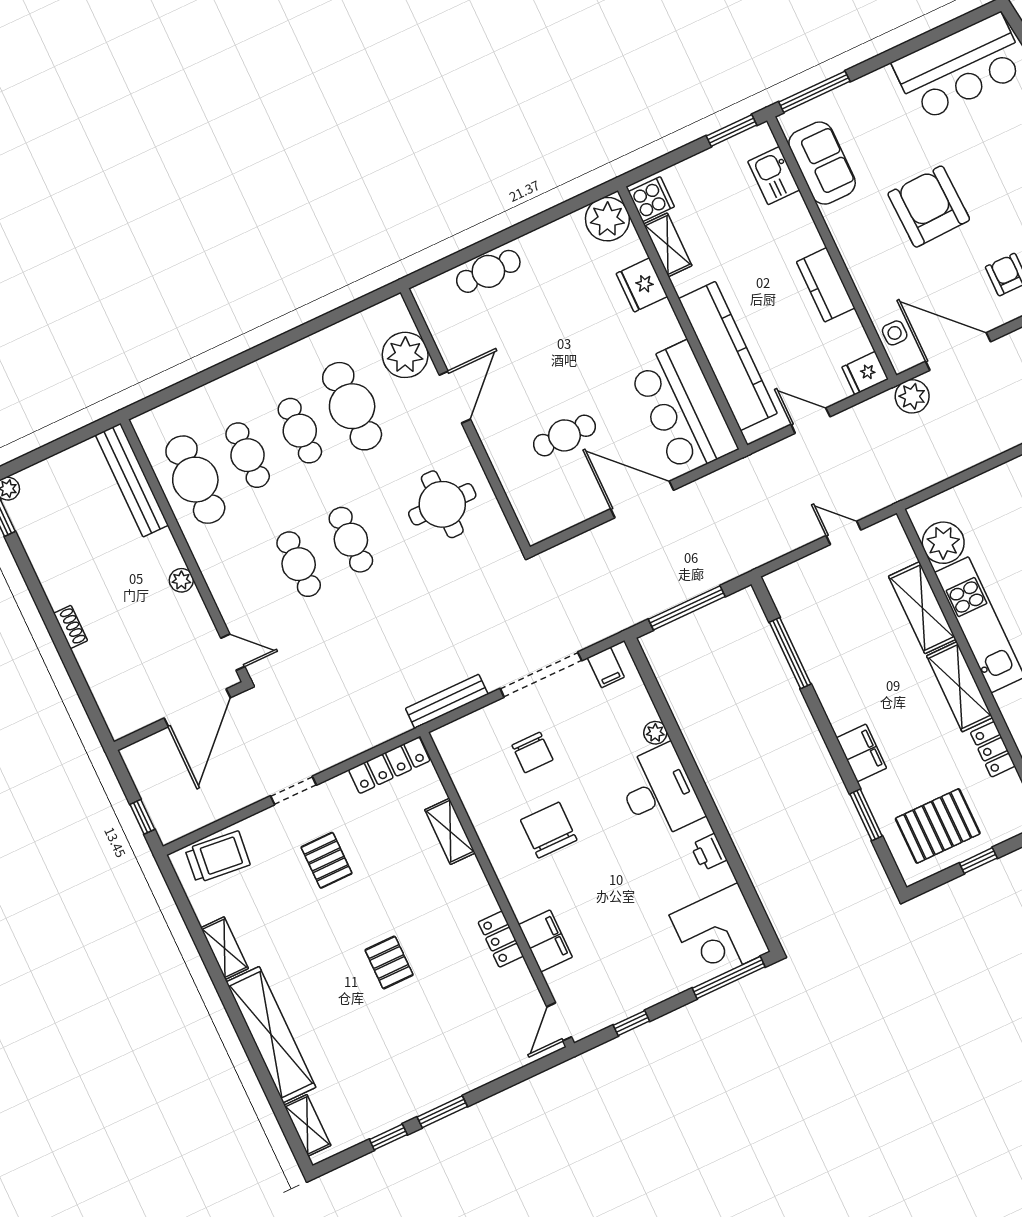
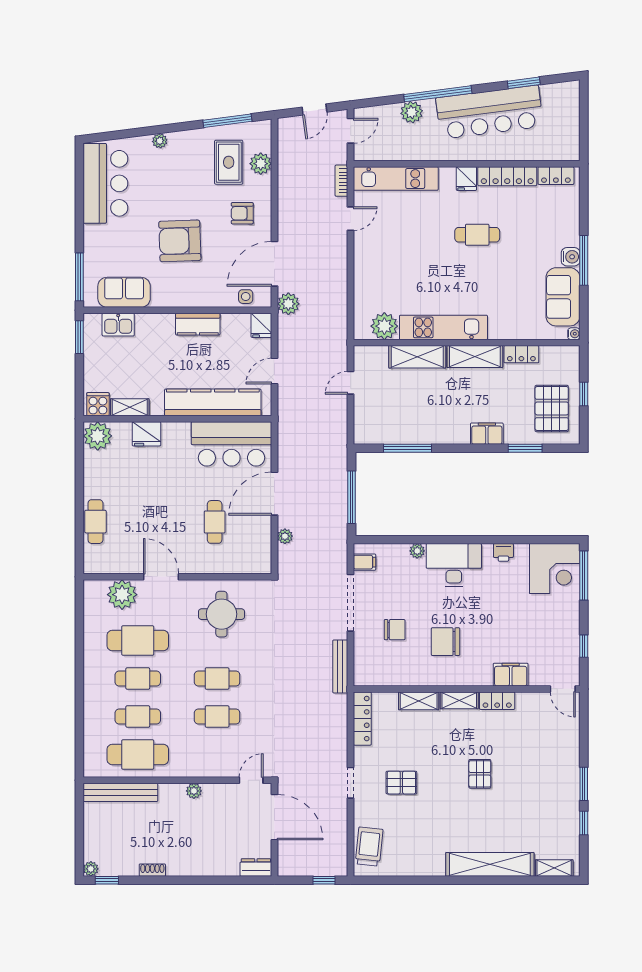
plant: (590, 541) -> (285, 536), added
shoe rack: (70, 627) -> (152, 870), moved
dresser: (116, 715) -> (256, 868), added
shelving: (225, 948) -> (459, 700), moved
pallet: (389, 962) -> (480, 774), turned 90

